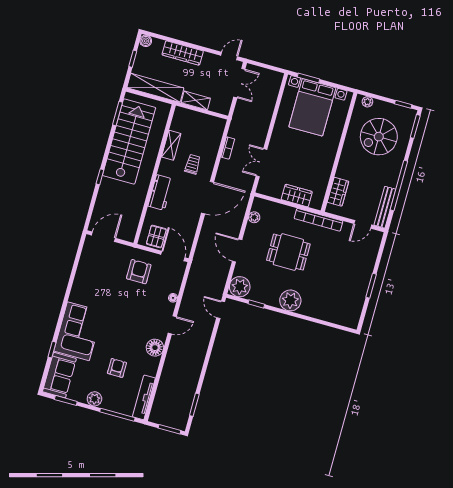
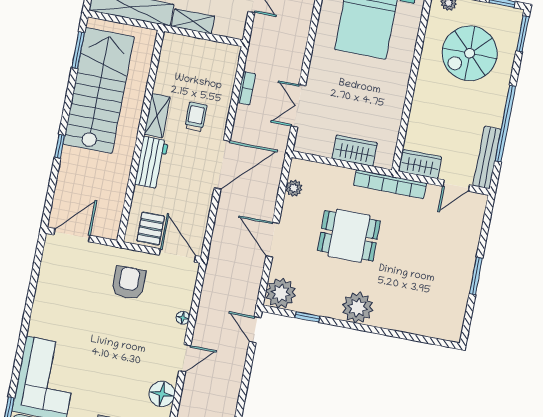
shelving: (171, 145) -> (157, 116), moved
wardrobe: (338, 192) -> (420, 164), moved, turned -90

